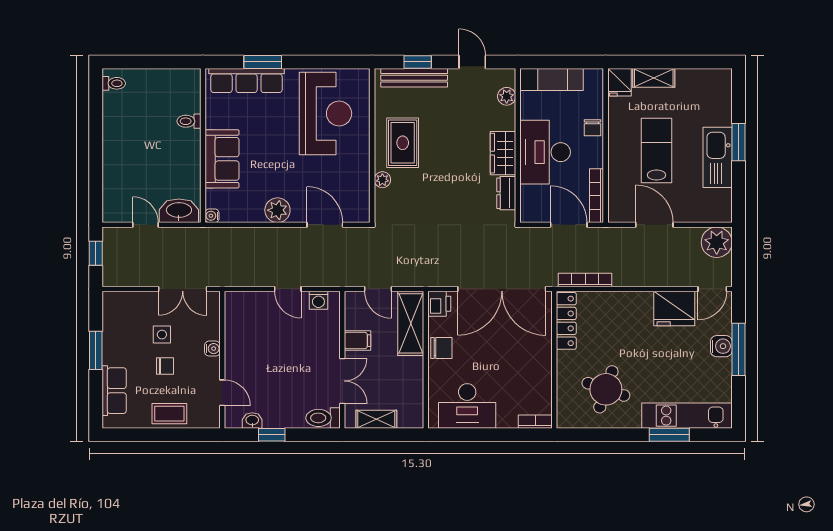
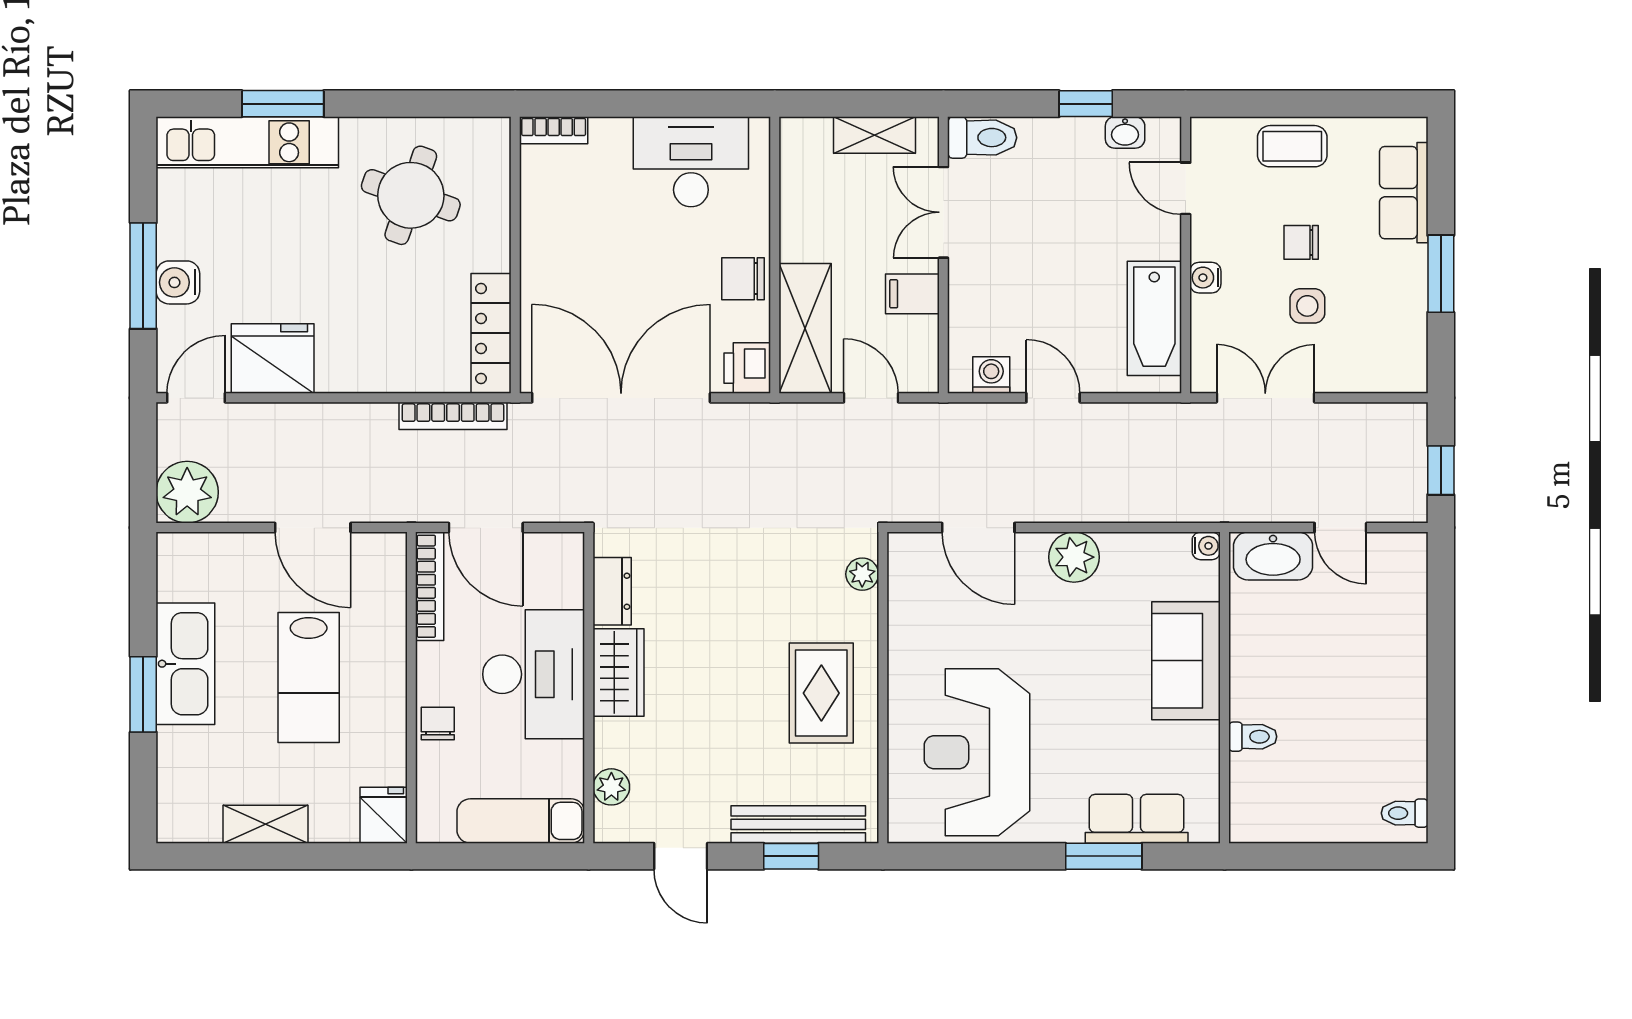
shelving: (654, 78) -> (266, 824), moved
row of seats: (247, 81) -> (1137, 819), width x0.68
plant: (382, 180) -> (862, 574), moved
bathtub: (238, 328) -> (1154, 318), added

